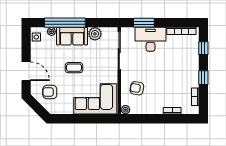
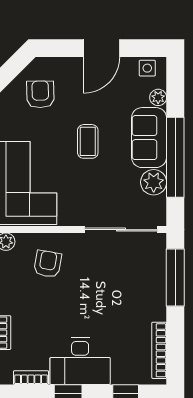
window: (65, 23) -> (175, 157), moved
window: (144, 23) -> (175, 277), width x1.44
desk: (150, 39) -> (80, 361), moved, turned 90
door: (26, 71) -> (101, 48), moved

